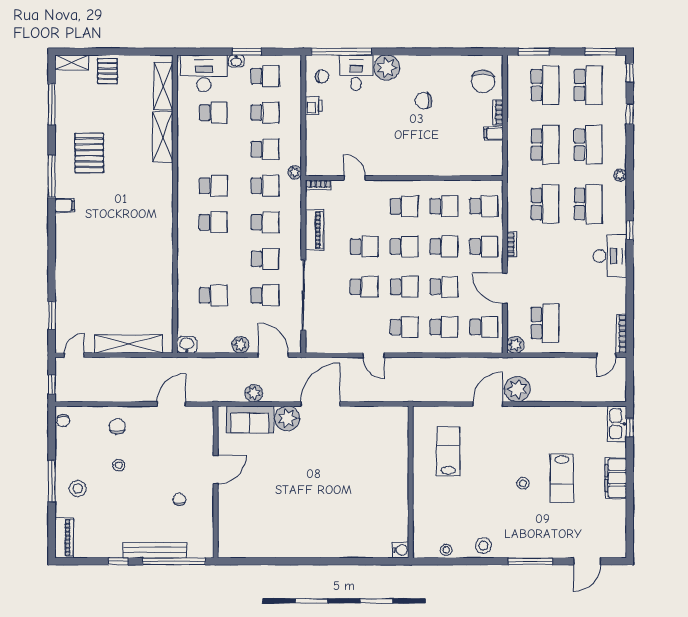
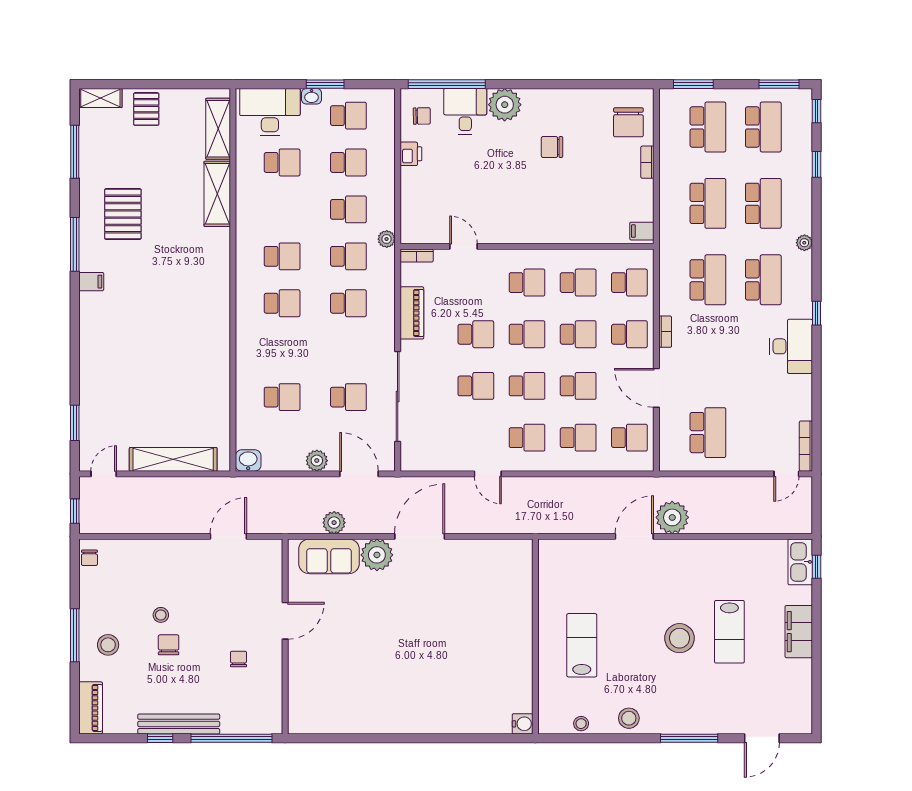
filing cabinet: (494, 133) -> (642, 231), moved
school desk: (265, 259) -> (348, 350), removed
plant: (515, 345) -> (670, 460), removed
chair: (117, 426) -> (169, 645), moved
lab bench: (448, 451) -> (582, 645), moved
stool: (523, 483) -> (679, 638), width x1.89, depth x1.89
bench: (155, 550) -> (179, 724), moved

